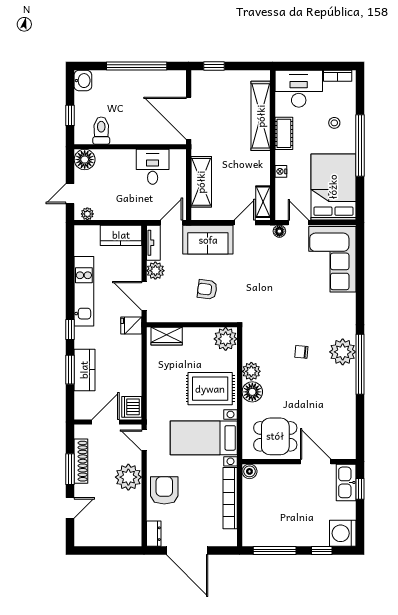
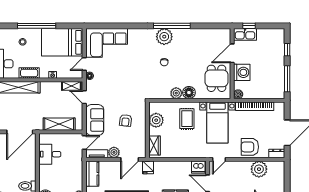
door: (171, 223) -> (84, 143), swing flipped
plant: (226, 339) -> (156, 120), moved
rug: (210, 389) -> (187, 119), width x0.73, depth x0.70
plant: (128, 477) -> (259, 169), moved
washing machine: (343, 533) -> (242, 72), moved, turned -90

